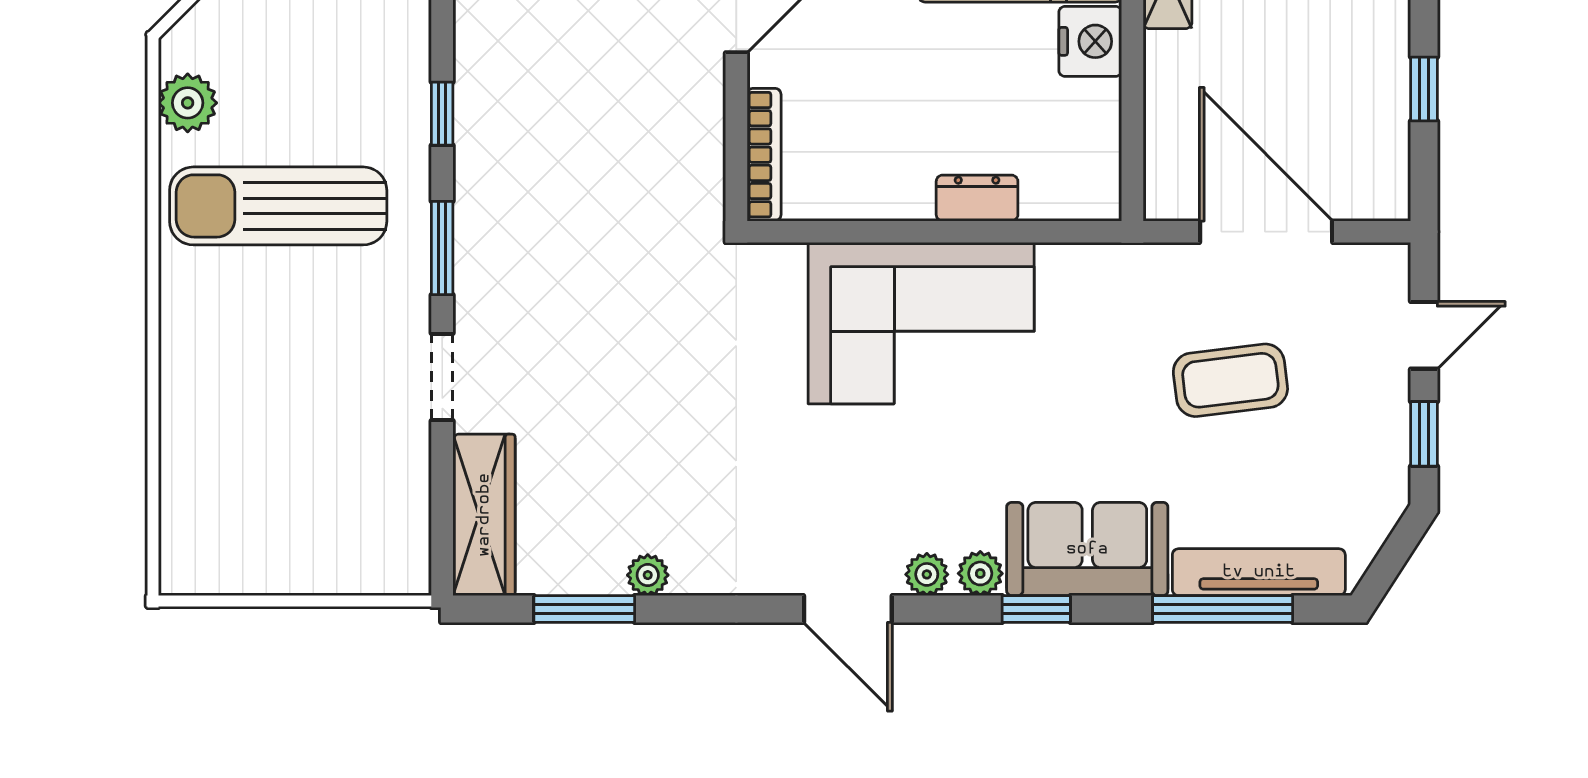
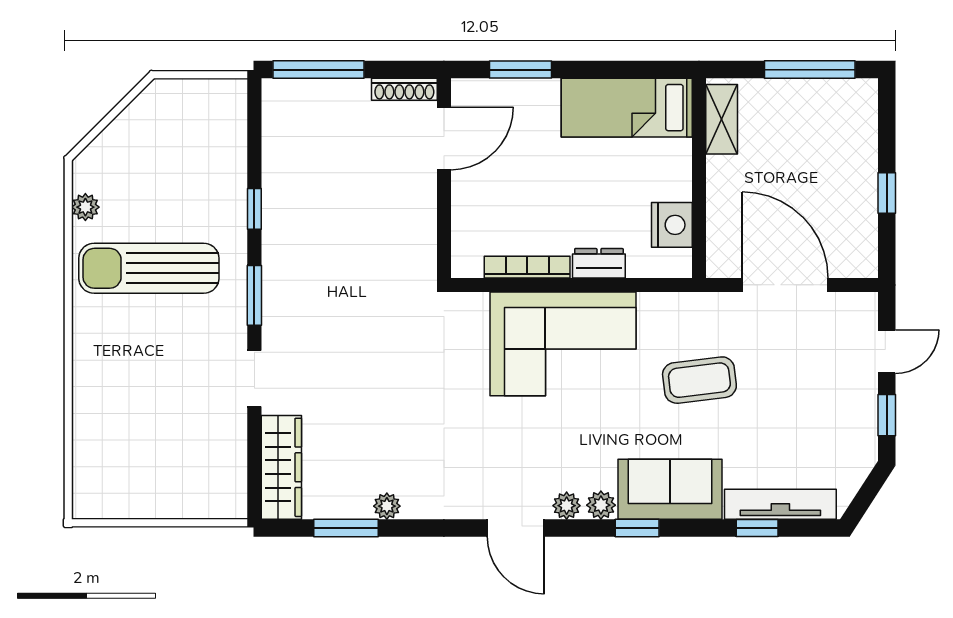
nightstand: (1090, 41) -> (672, 225), moved
plant: (188, 103) -> (85, 207), width x0.73, depth x0.73
bookcase: (764, 155) -> (527, 267), moved, turned -90
coffee table: (1230, 380) -> (699, 380), moved
window: (1223, 609) -> (757, 528), width x0.46

